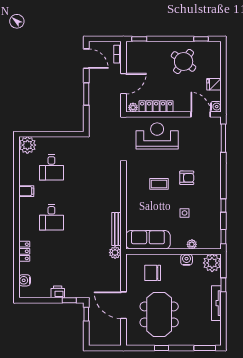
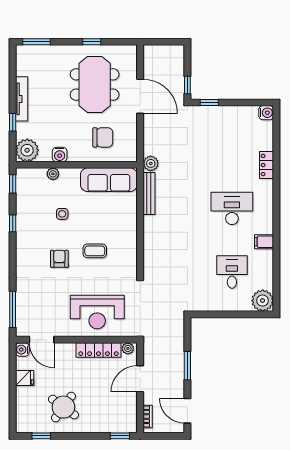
armchair: (187, 178) -> (59, 259), turned 90
desk: (51, 217) -> (232, 208), width x1.37
water cooler: (25, 280) -> (266, 113), moved
printer: (58, 292) -> (224, 113), removed

